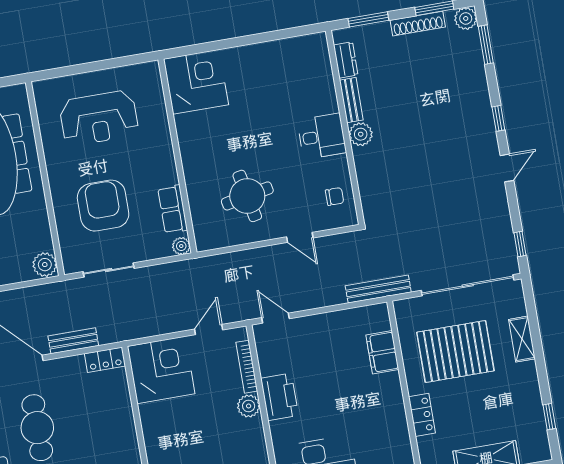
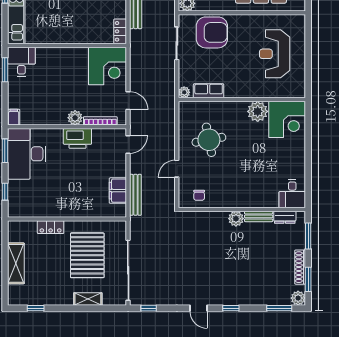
plant: (191, 129) -> (258, 111), added
desk: (322, 136) -> (292, 194), moved
armchair: (103, 206) -> (212, 32), moved
bench: (378, 289) -> (135, 195), moved
filing cabinet: (382, 352) -> (118, 191), moved, turned -90

